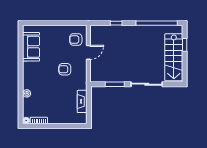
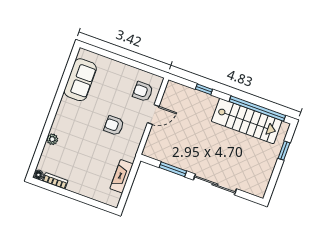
stairs: (174, 57) -> (247, 121), moved, turned -90

